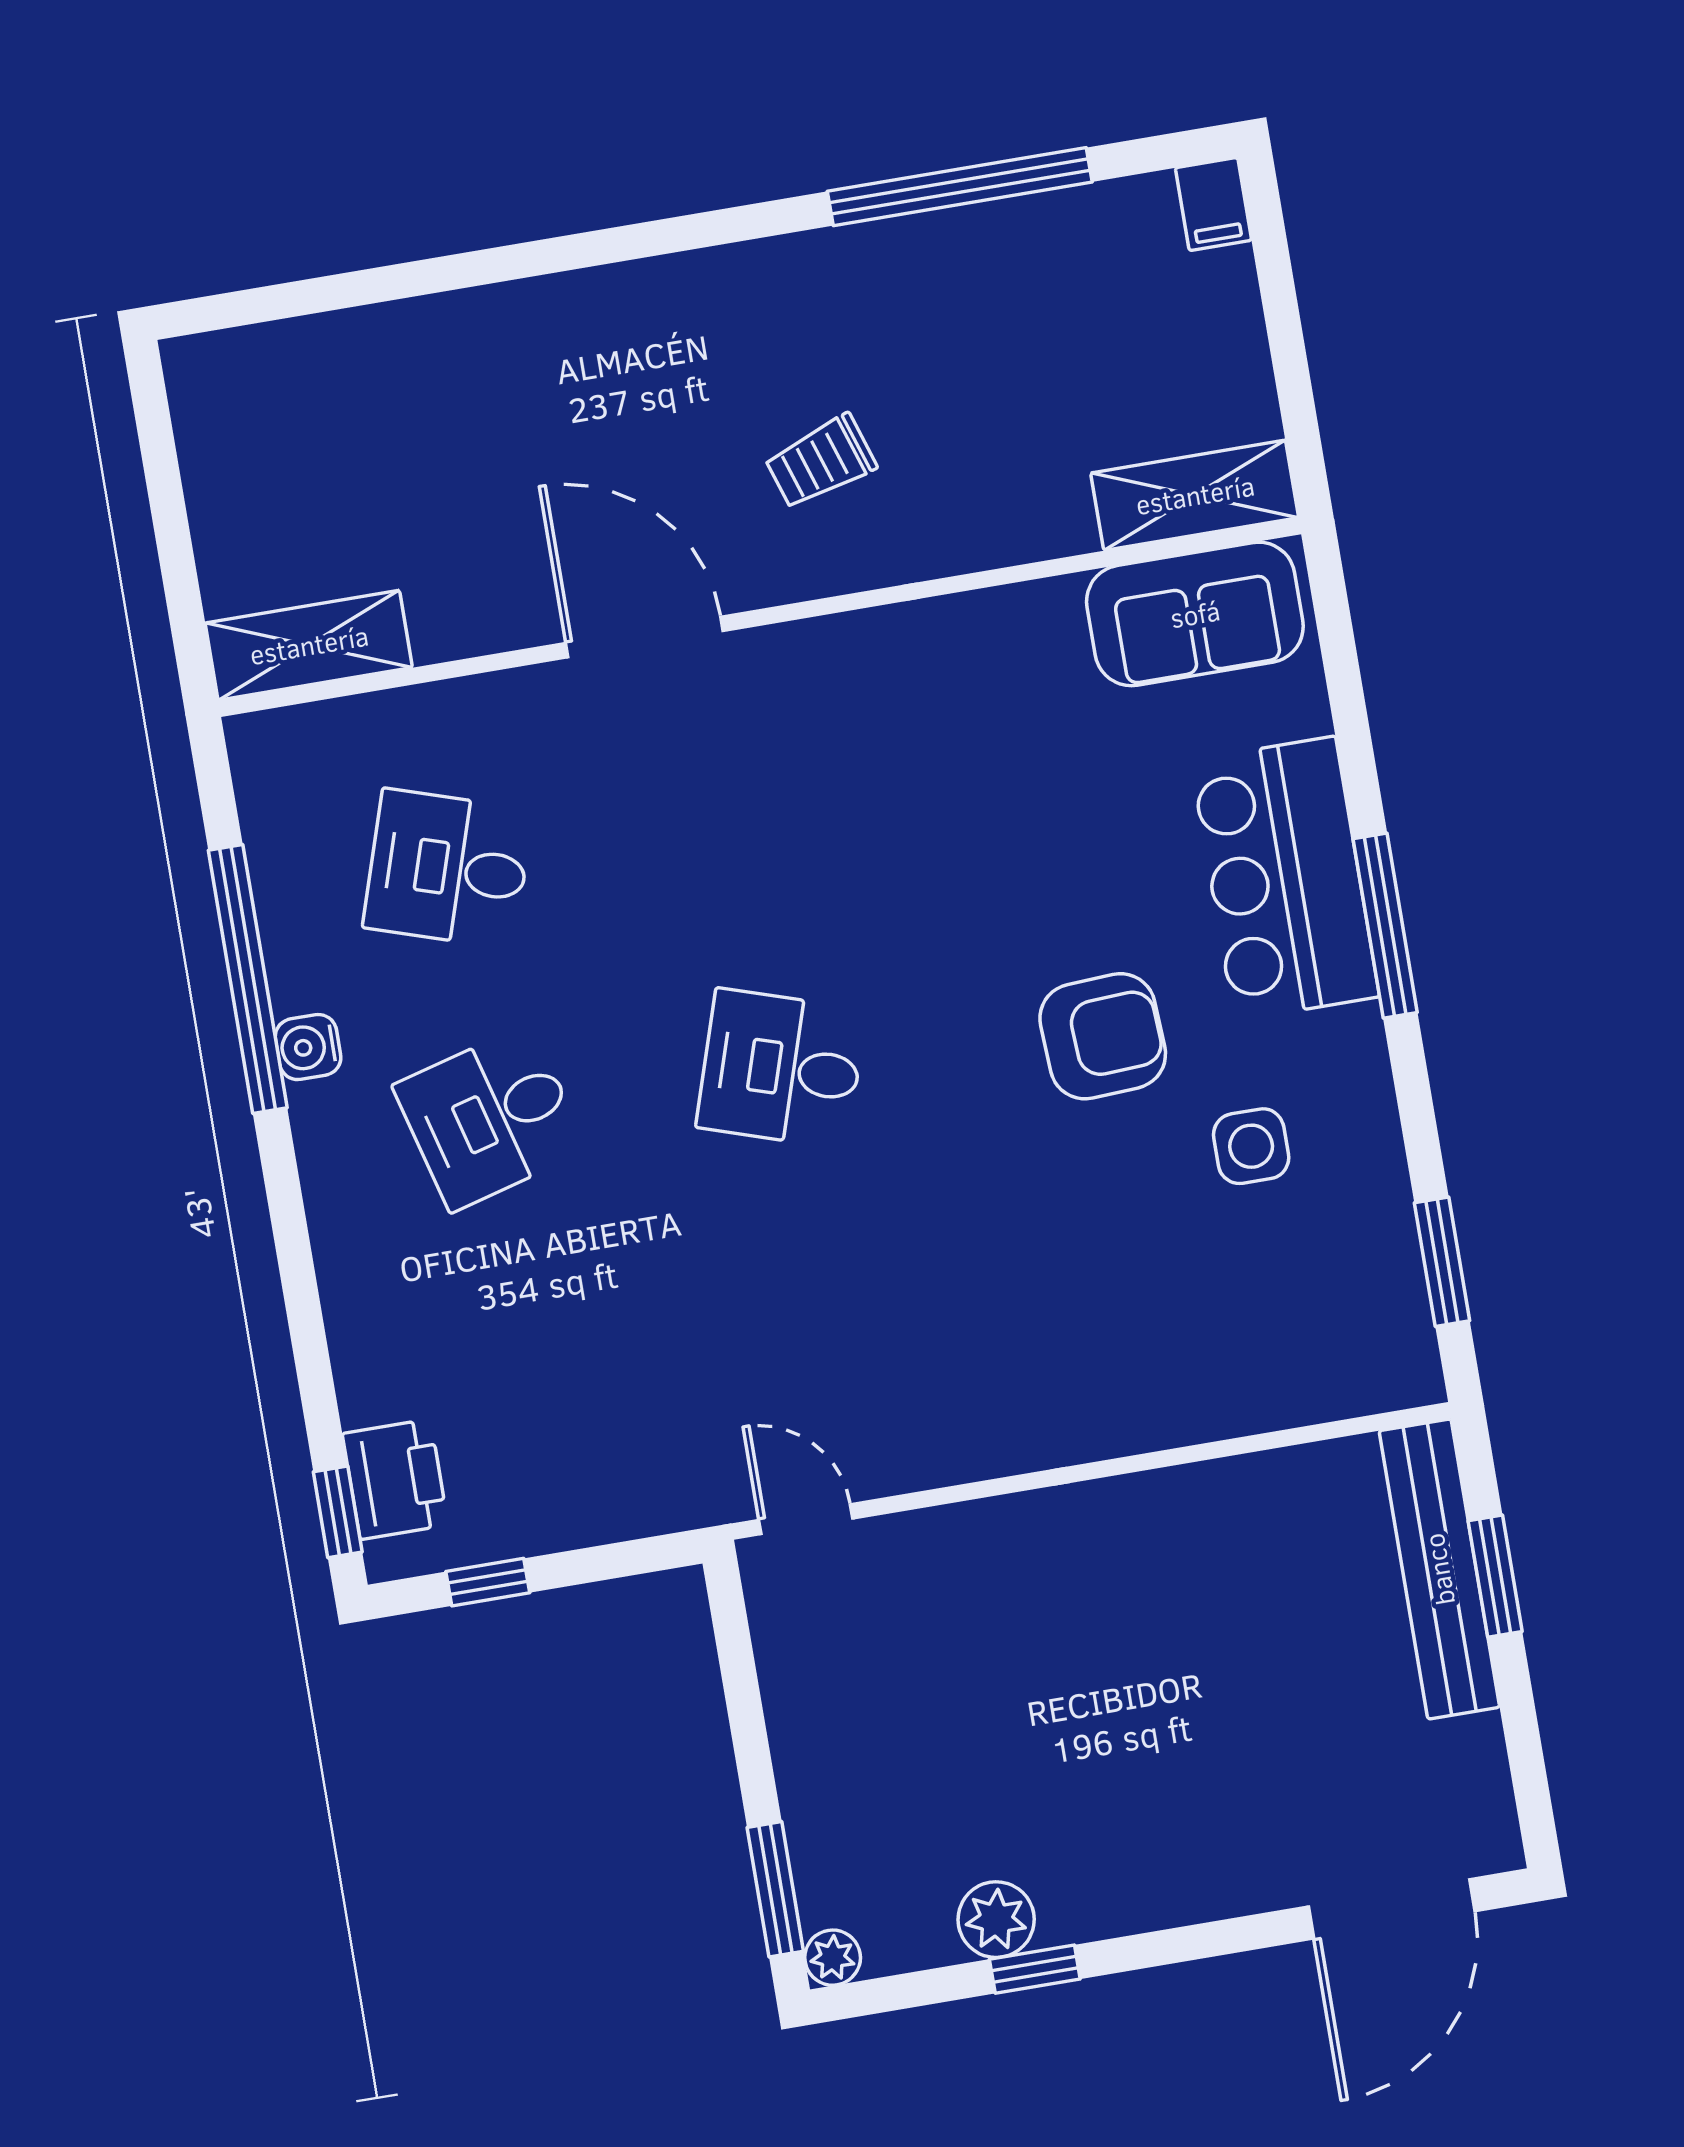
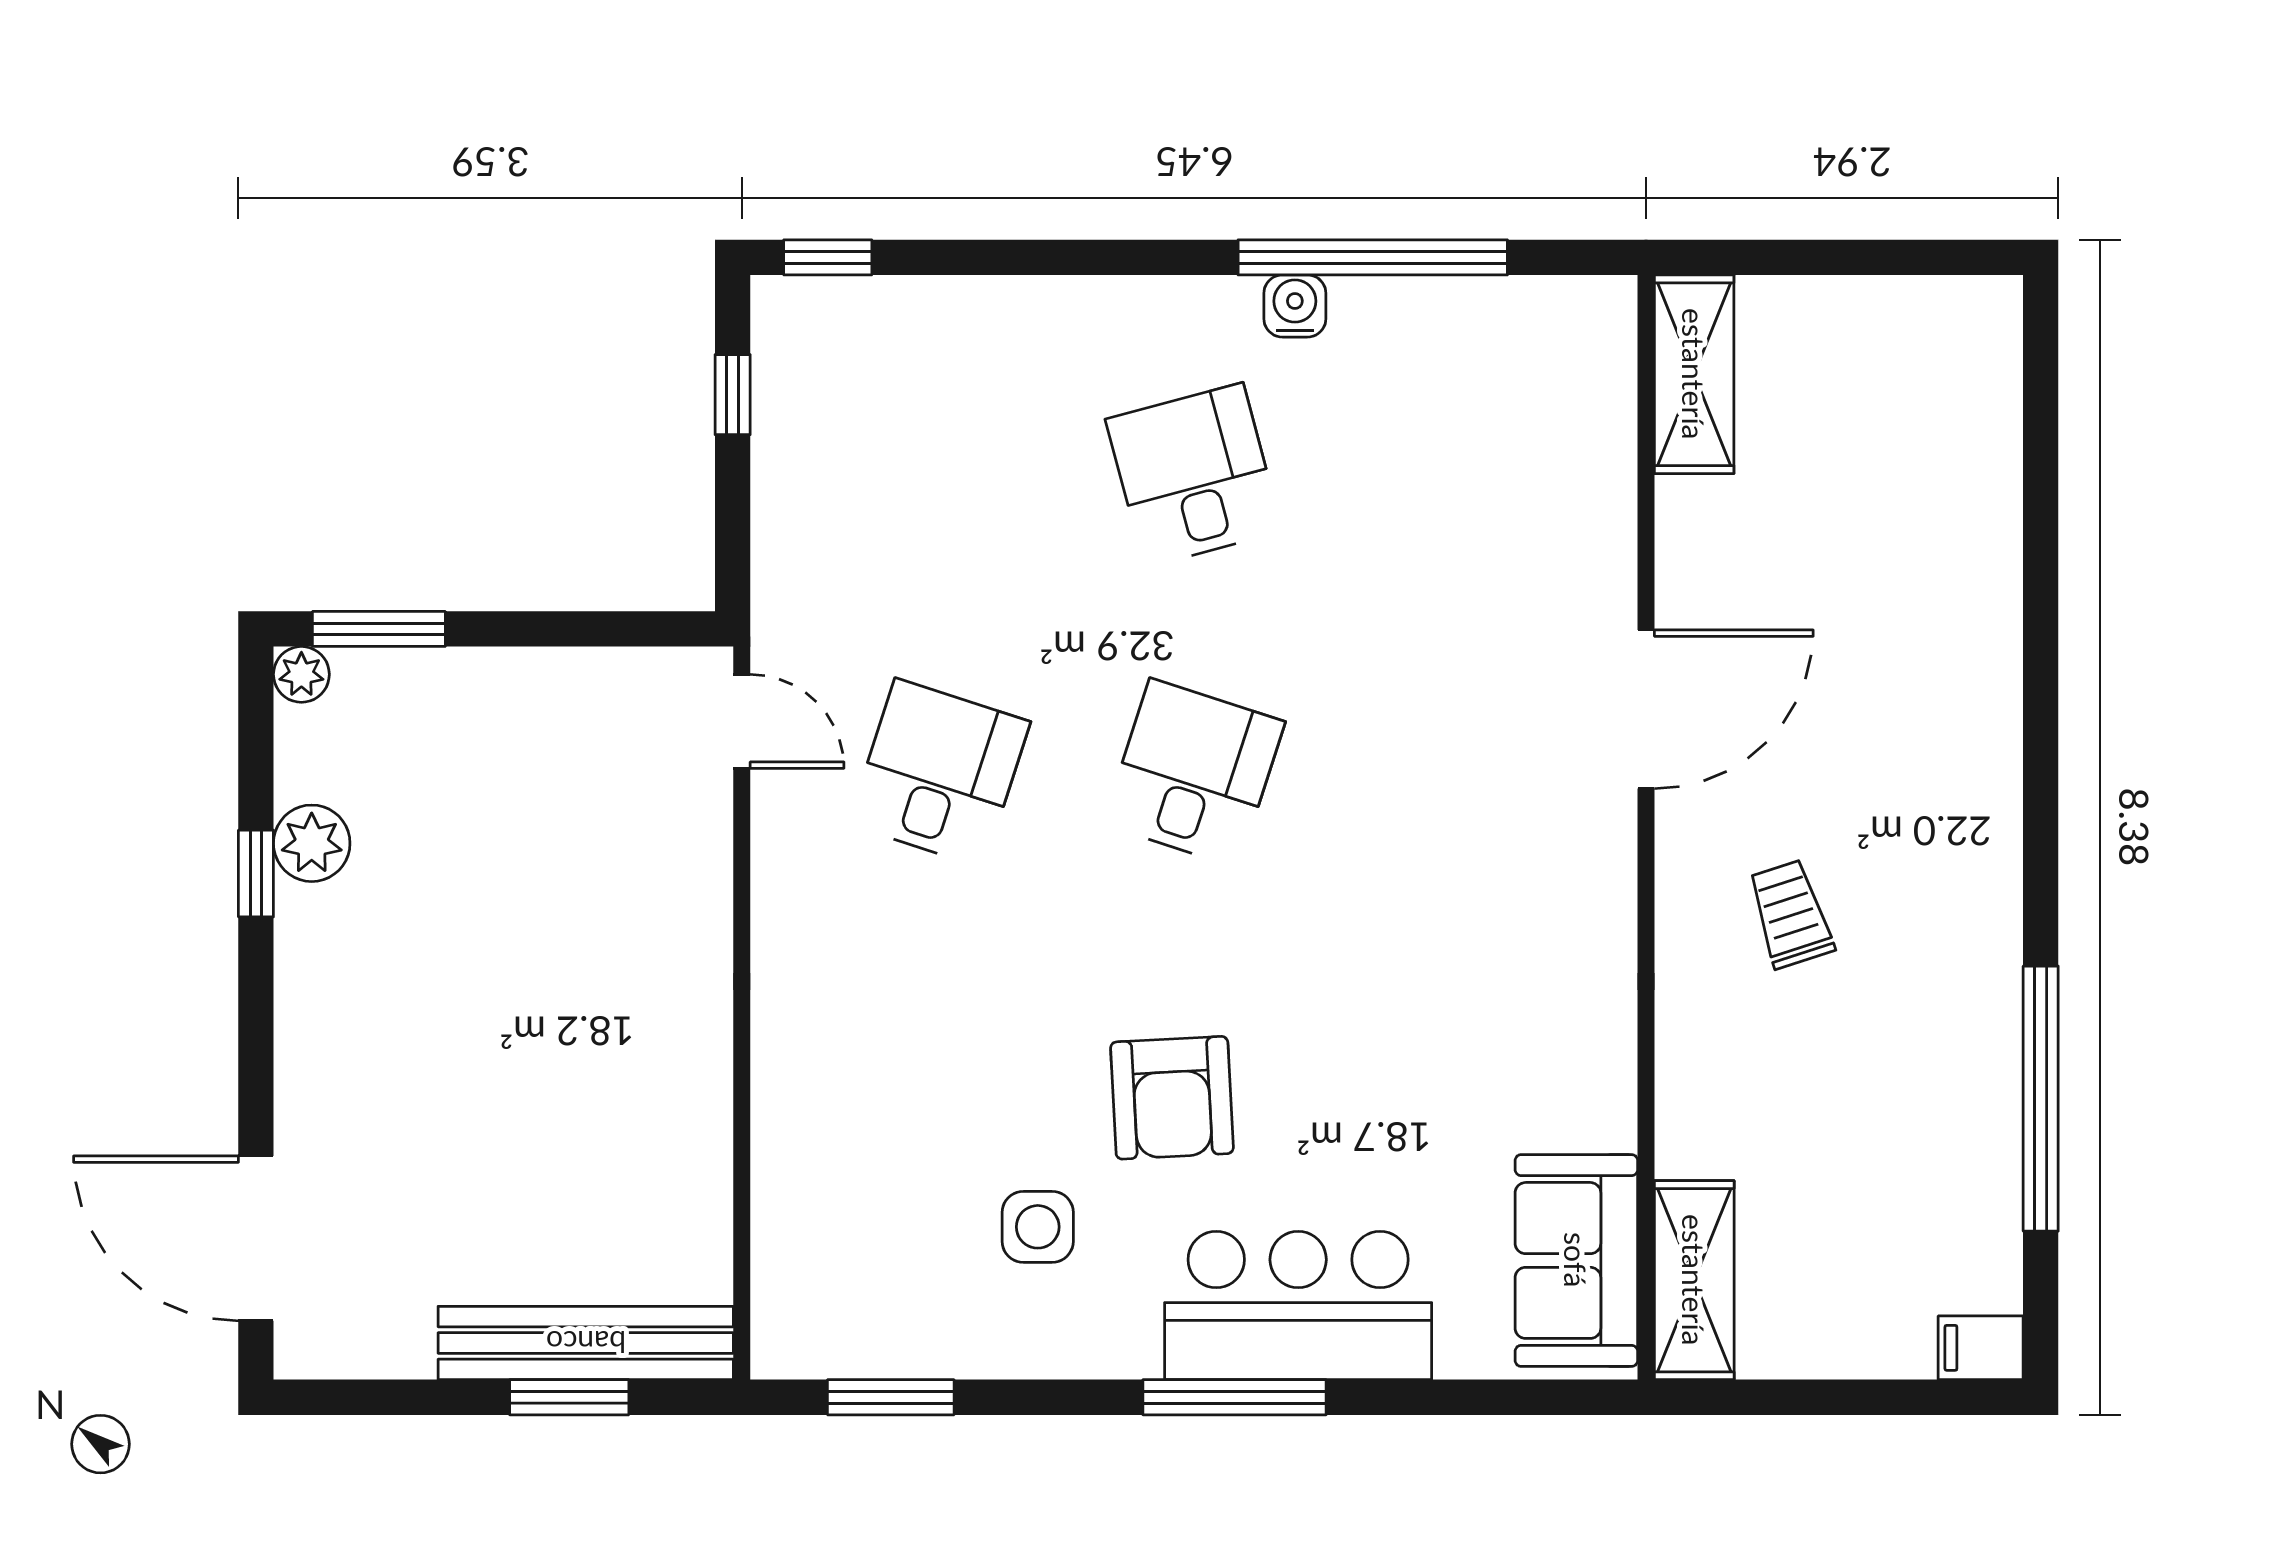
desk: (448, 869) -> (939, 773), moved
printer: (395, 1479) -> (851, 320), removed
door: (806, 1519) -> (742, 721), hinge flipped

